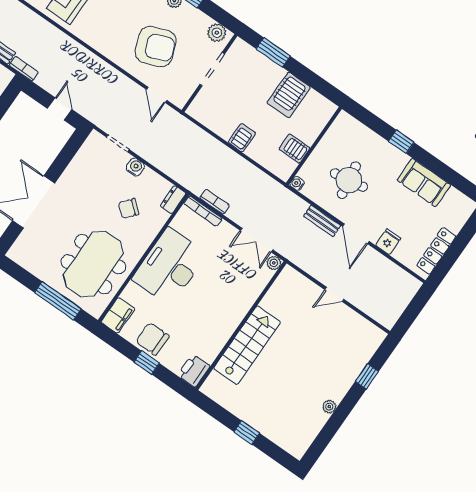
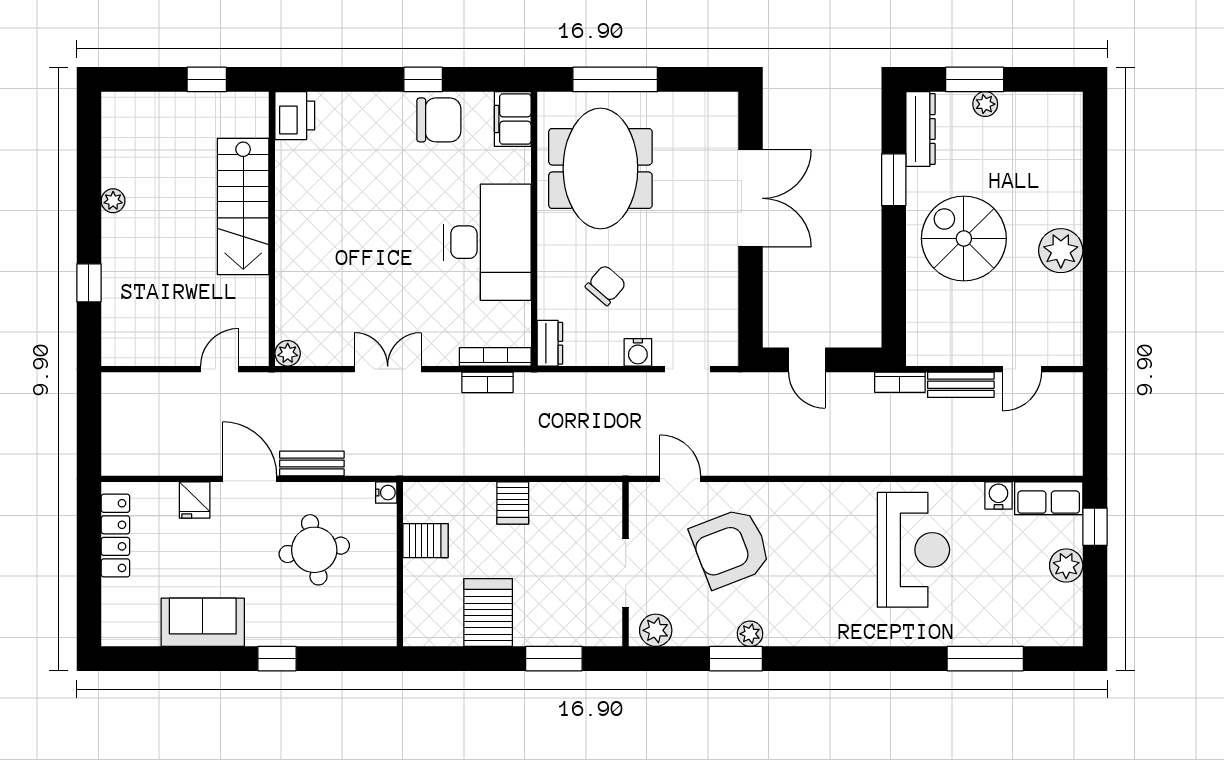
plant: (274, 263) -> (288, 353), moved
wall: (241, 326) -> (272, 229), moved
stairs: (247, 345) -> (243, 207), moved
printer: (194, 371) -> (295, 116), moved

